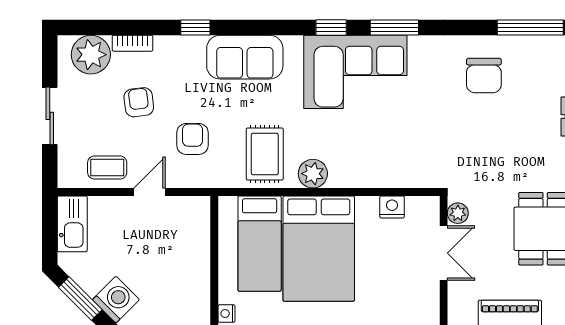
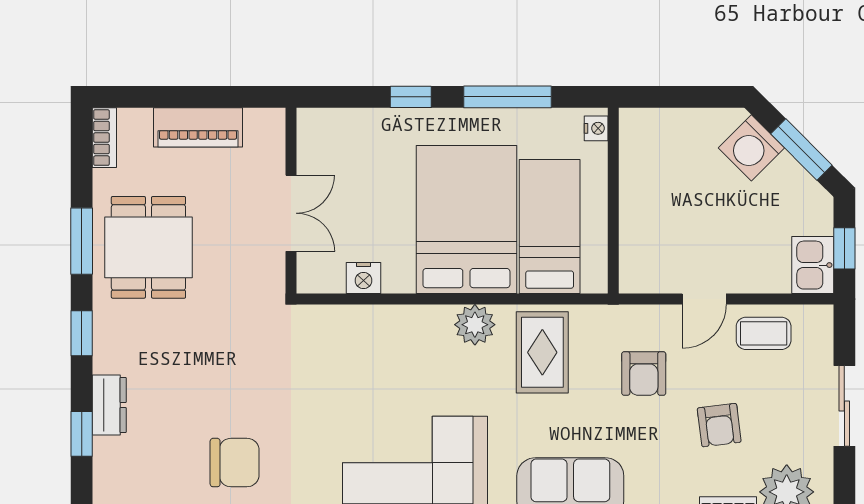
chair: (484, 76) -> (235, 463), turned 90
plant: (458, 213) -> (271, 269), removed
kitchen sink: (72, 224) -> (813, 265), width x0.73
window: (50, 228) -> (844, 248), added
double door: (444, 253) -> (291, 213), swing flipped

